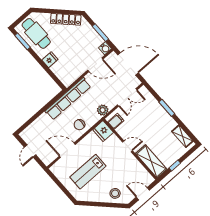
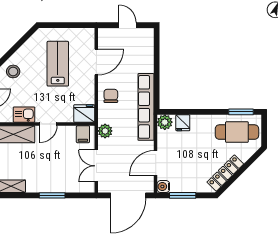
fridge: (50, 60) -> (183, 123), moved
plant: (67, 80) -> (165, 122), added
kitchen sink: (134, 165) -> (24, 115), added

